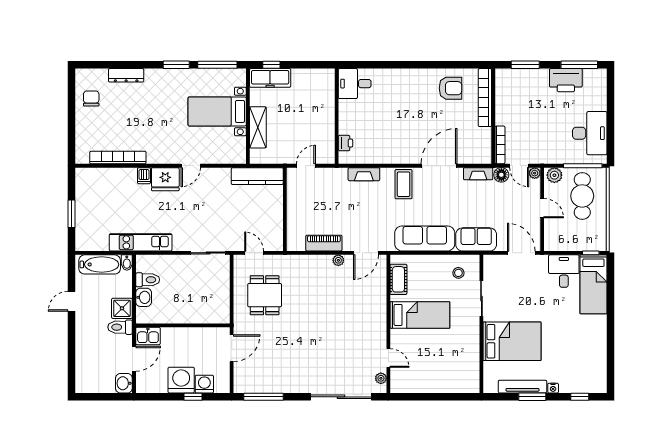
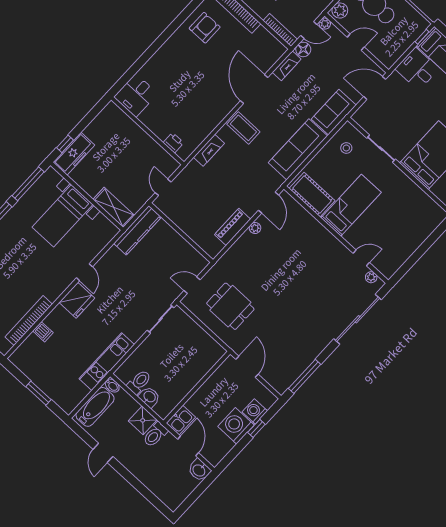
shelving: (258, 127) -> (114, 207), moved
dishwasher: (144, 176) -> (43, 332), moved
cot: (398, 279) -> (312, 195), width x1.37, depth x1.34

